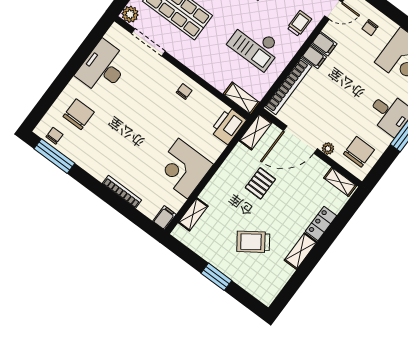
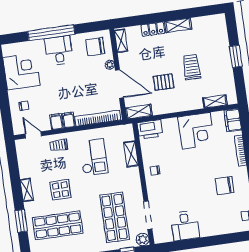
desk: (103, 68) -> (185, 226), width x0.73
shelving: (241, 98) -> (131, 154), moved
chair: (79, 114) -> (225, 186), moved
filing cabinet: (164, 218) -> (233, 120), width x2.00
trolley: (253, 242) -> (192, 67), moved, turned -145

